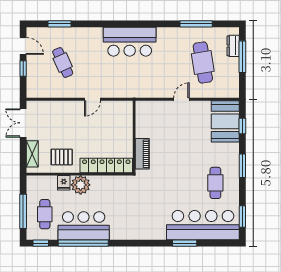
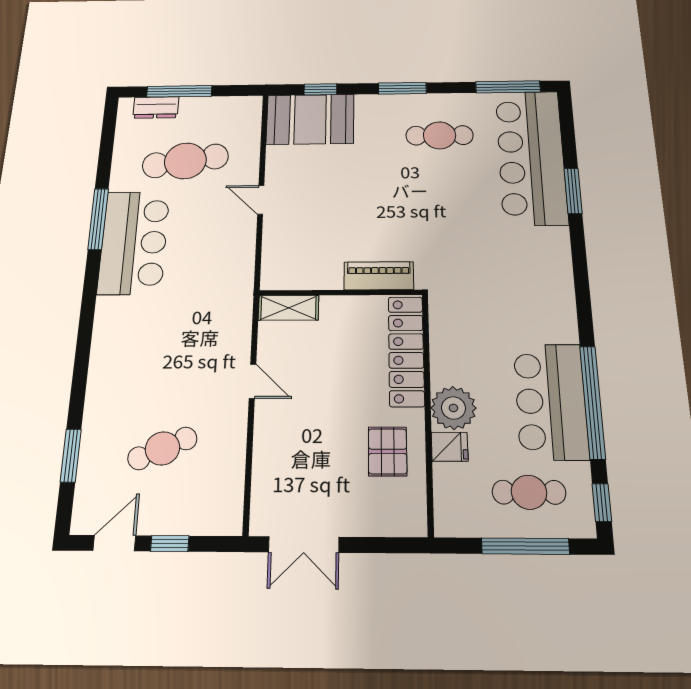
window: (196, 24) -> (98, 219), moved
bar counter: (130, 42) -> (134, 242), moved
shelving: (32, 154) -> (288, 308), moved
window: (242, 217) -> (508, 87), width x1.44

